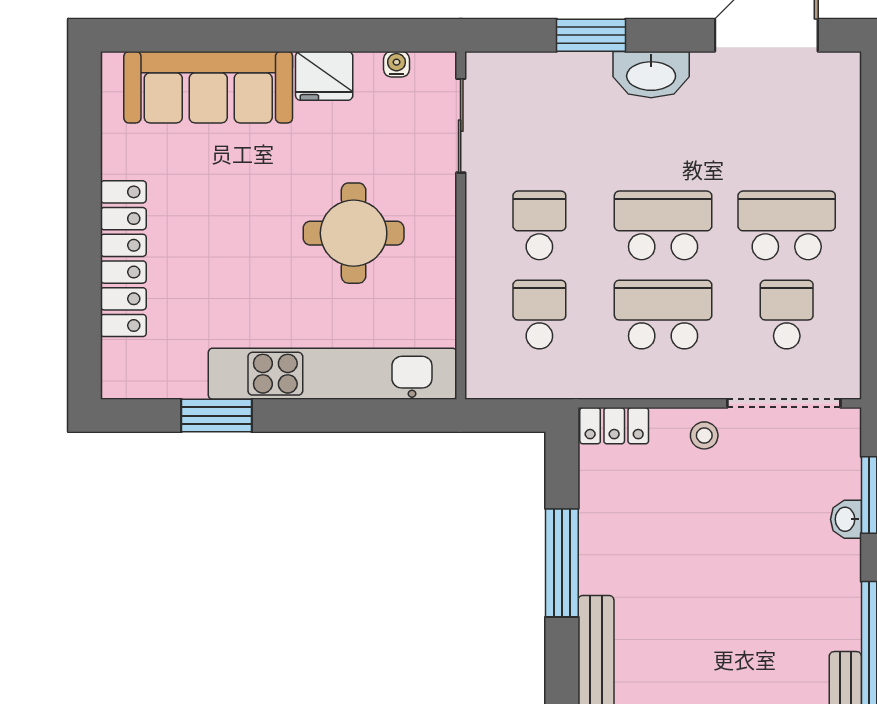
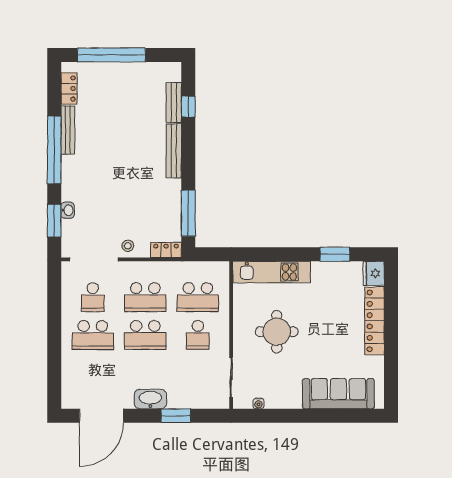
fridge: (324, 76) -> (374, 273), moved, turned -90
school desk: (539, 315) -> (198, 297), width x1.85
kitchen unit: (332, 374) -> (272, 272), width x0.73
window: (562, 563) -> (188, 213), moved

